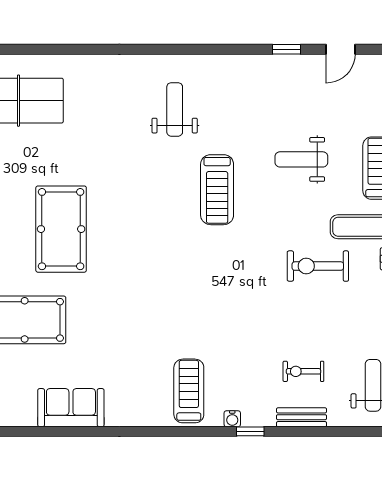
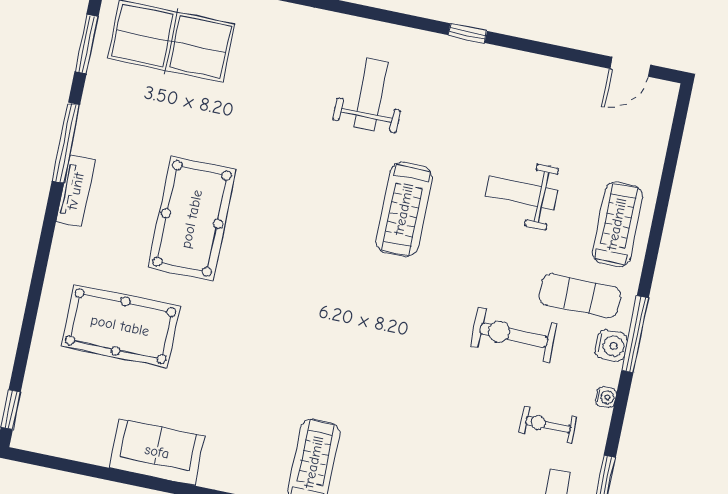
window: (287, 49) -> (467, 33), moved
door: (341, 49) -> (630, 67), moved
exercise bike: (303, 371) -> (548, 425), moved

